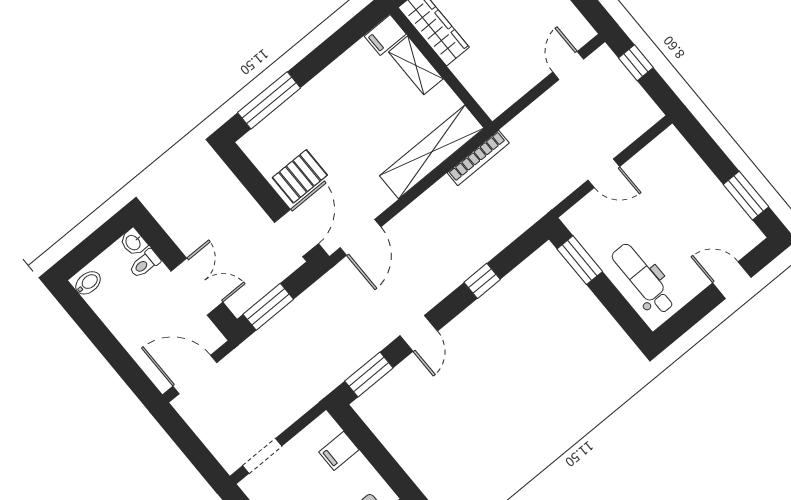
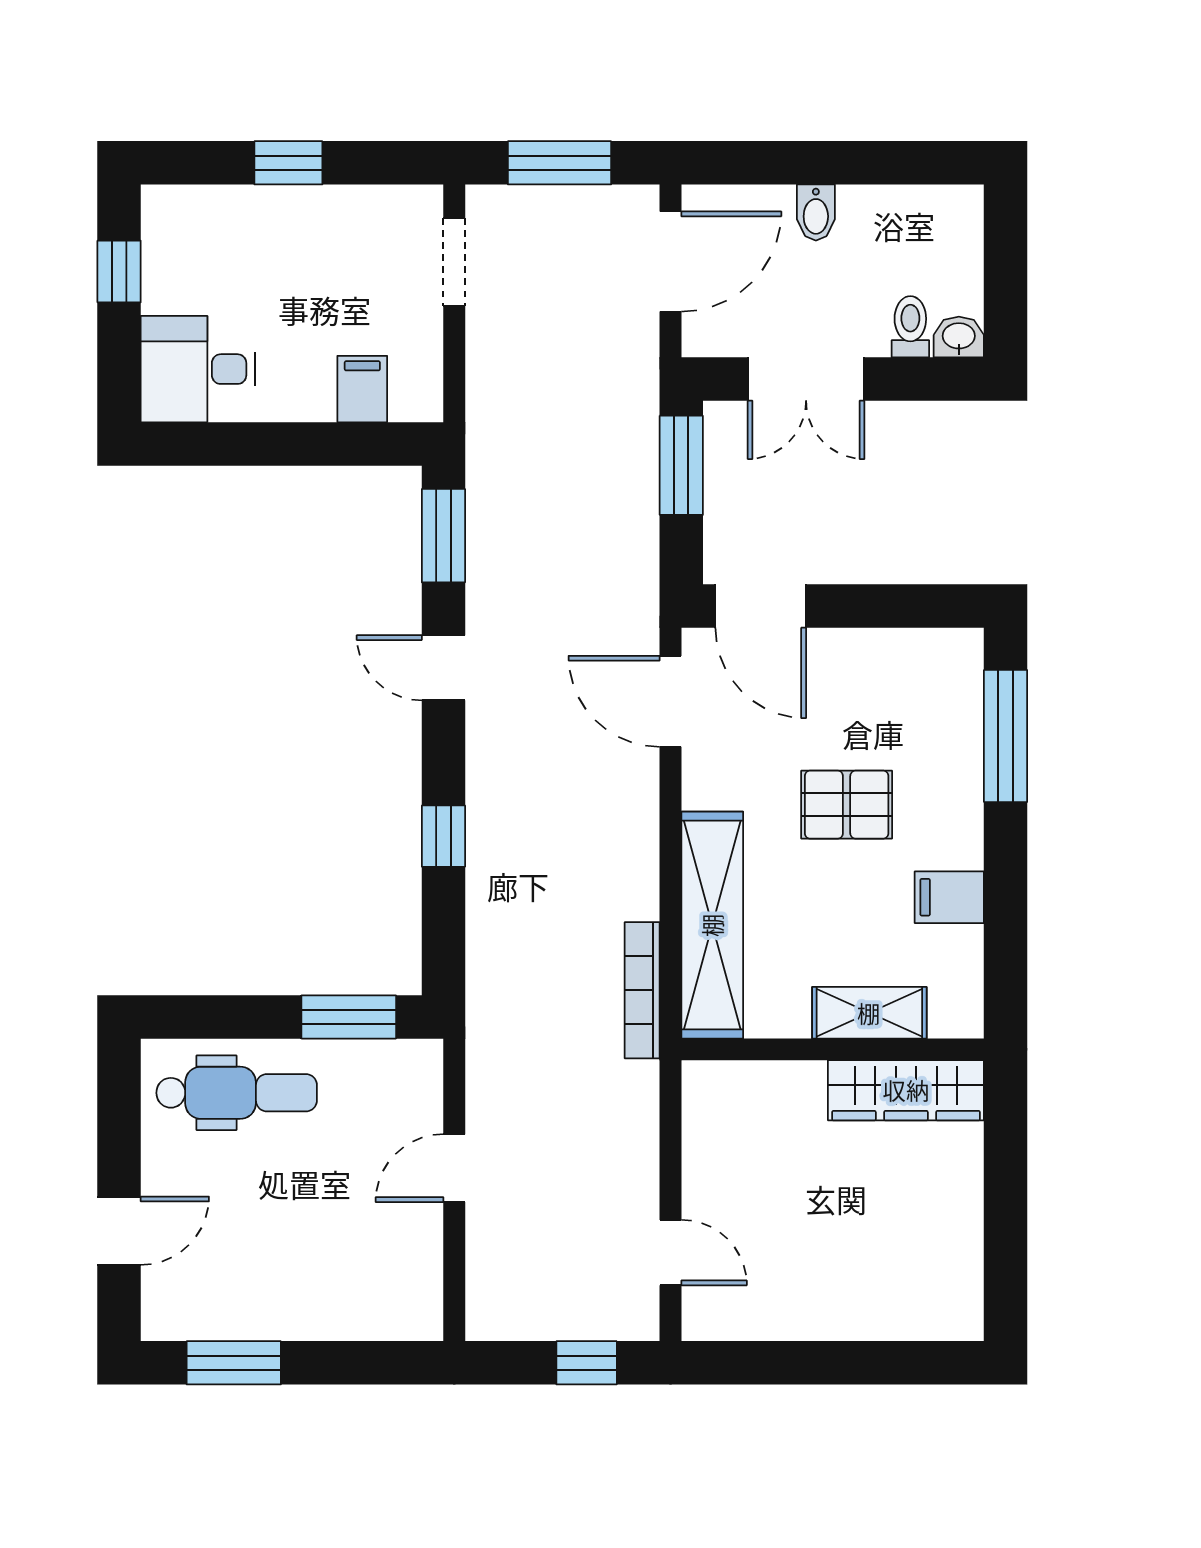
filing cabinet: (385, 35) -> (949, 897), moved, turned -90
pallet: (300, 176) -> (847, 805), moved, turned 90
bidet: (88, 283) -> (816, 212), moved
window: (192, 447) -> (560, 163), added

